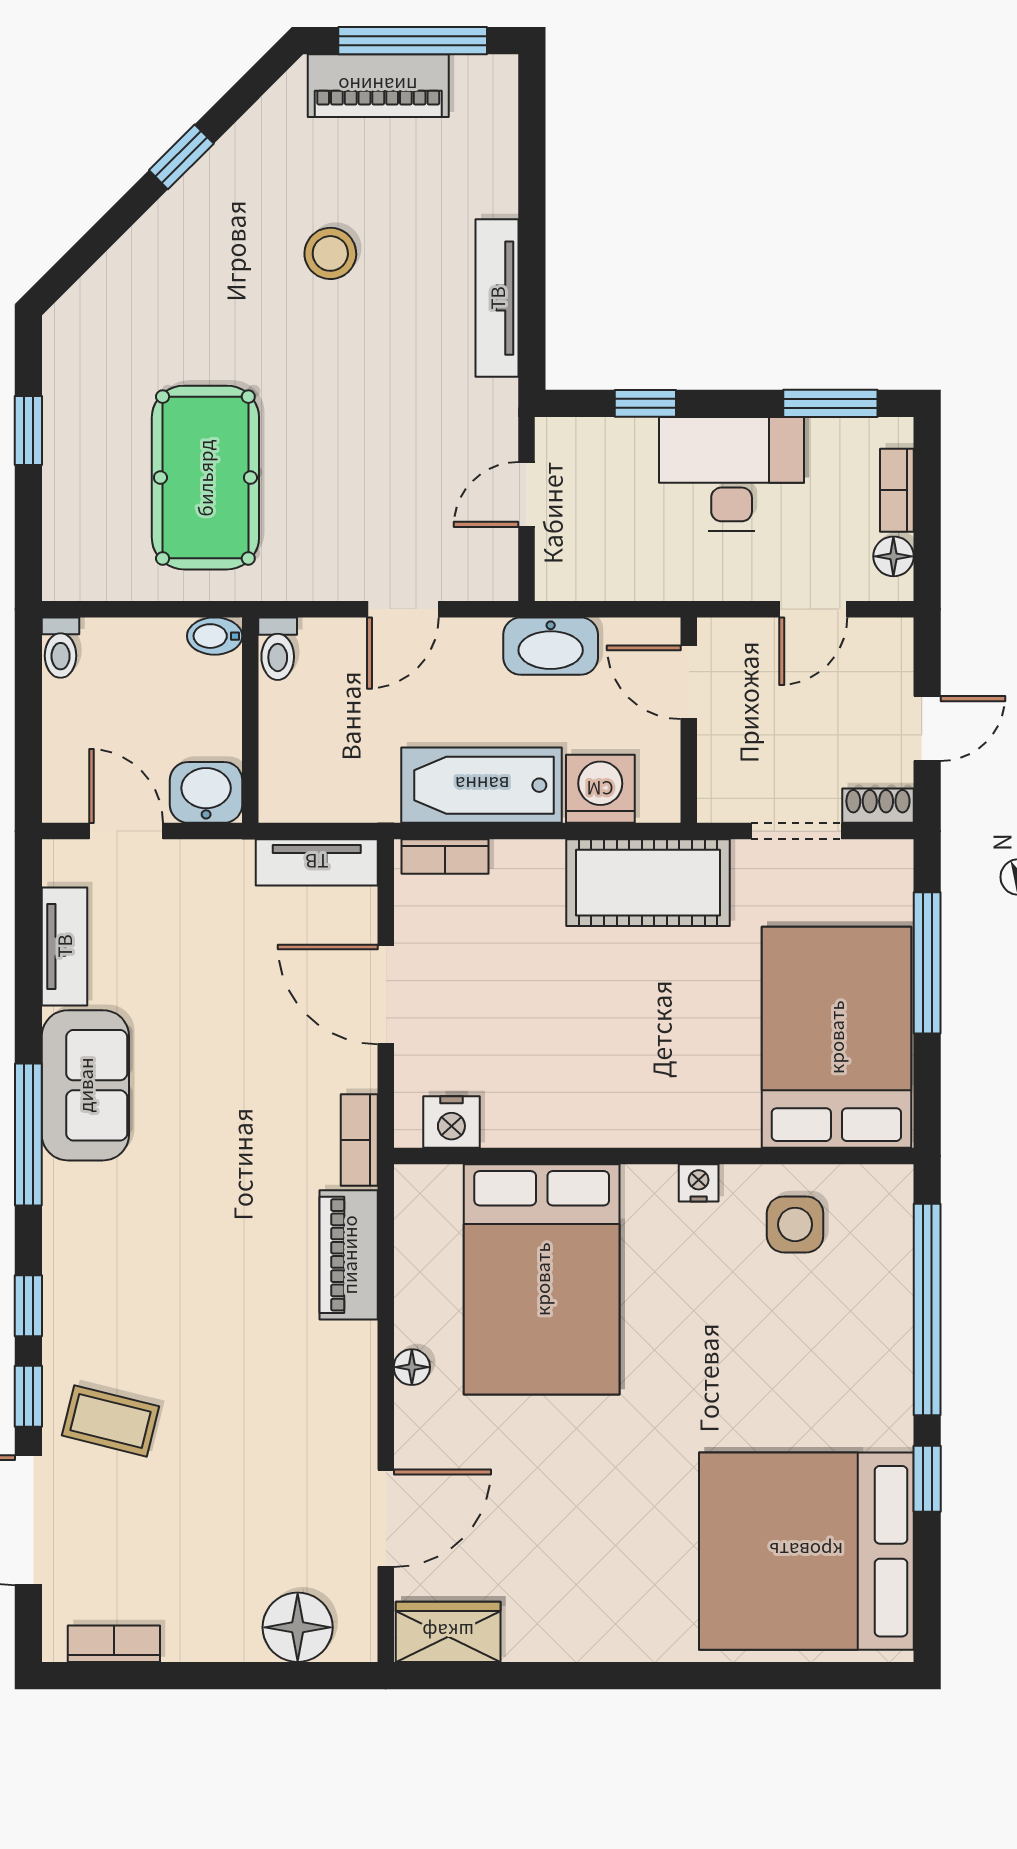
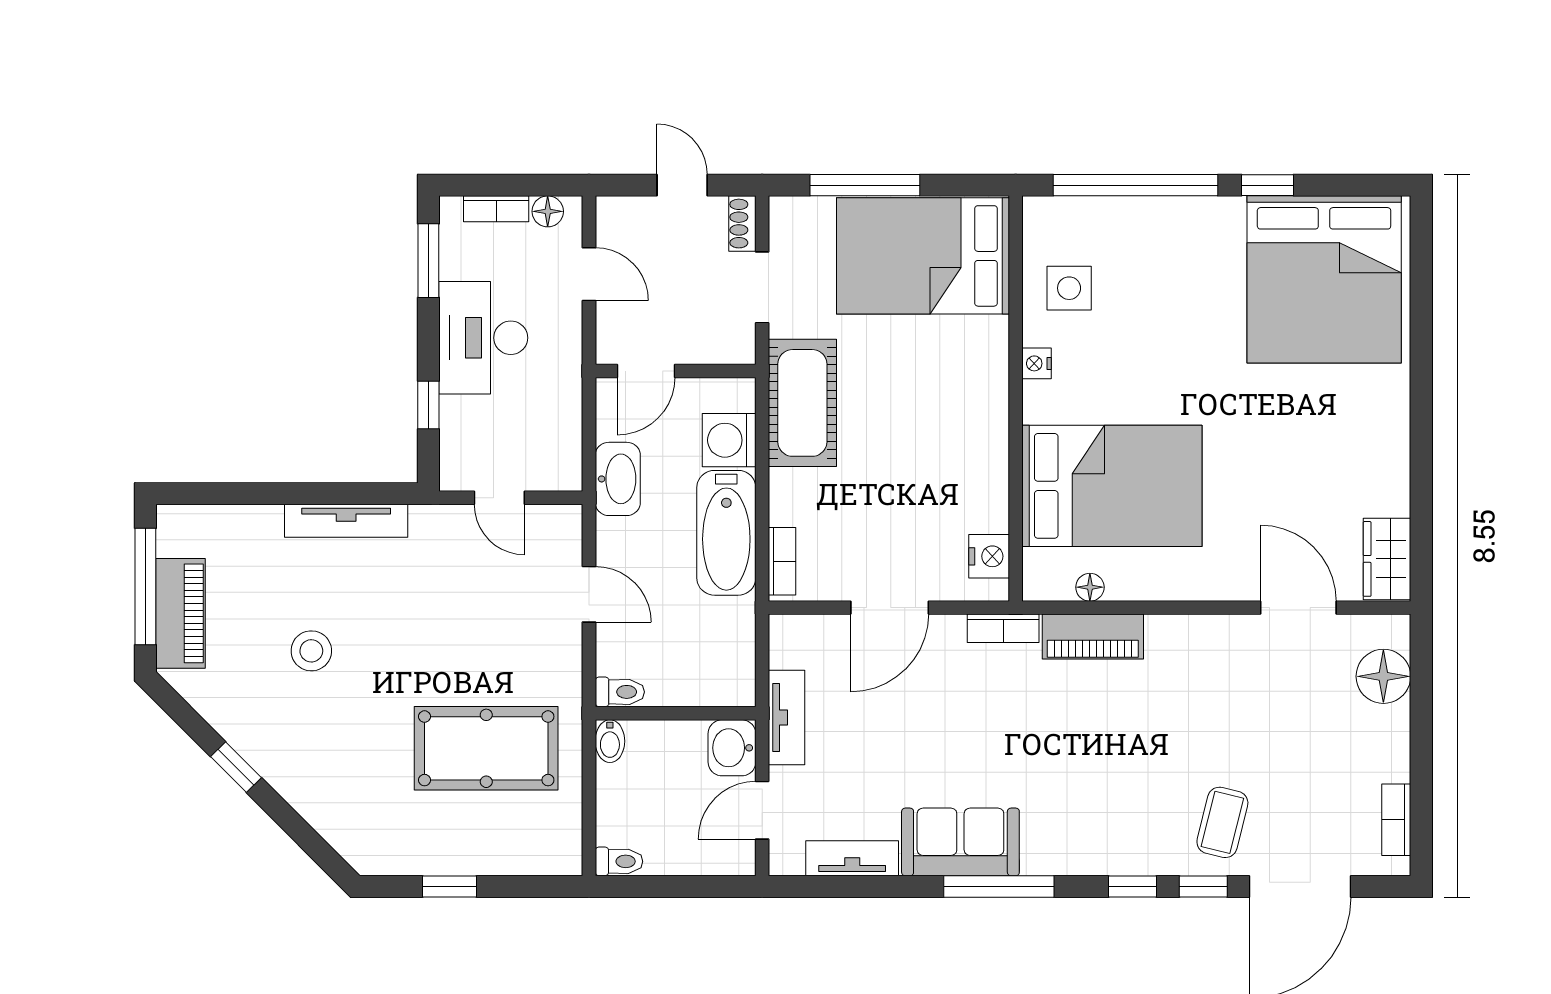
tv unit: (317, 862) -> (787, 717), moved
floor lamp: (412, 1367) -> (1090, 587), moved

